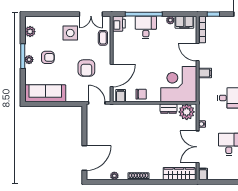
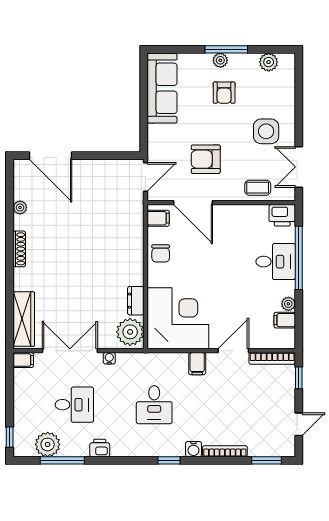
filing cabinet: (184, 22) -> (285, 320), width x0.50

